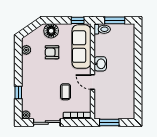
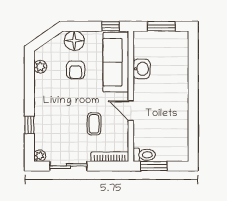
toilet: (102, 29) -> (144, 155), moved
armchair: (52, 52) -> (76, 70), turned -90
washbasin: (100, 64) -> (142, 69), moved

